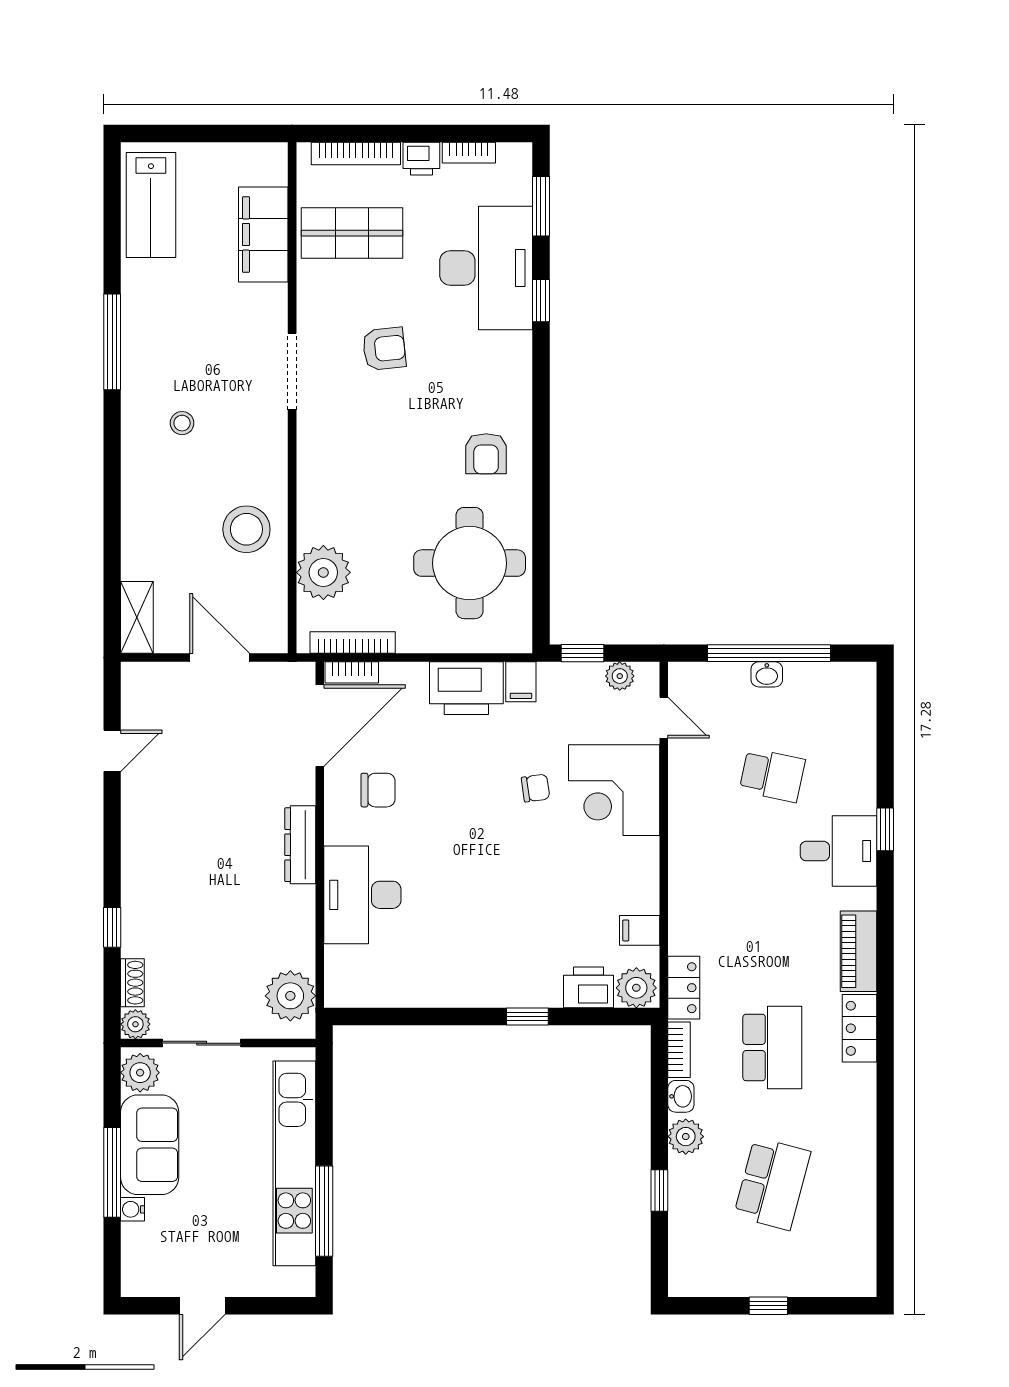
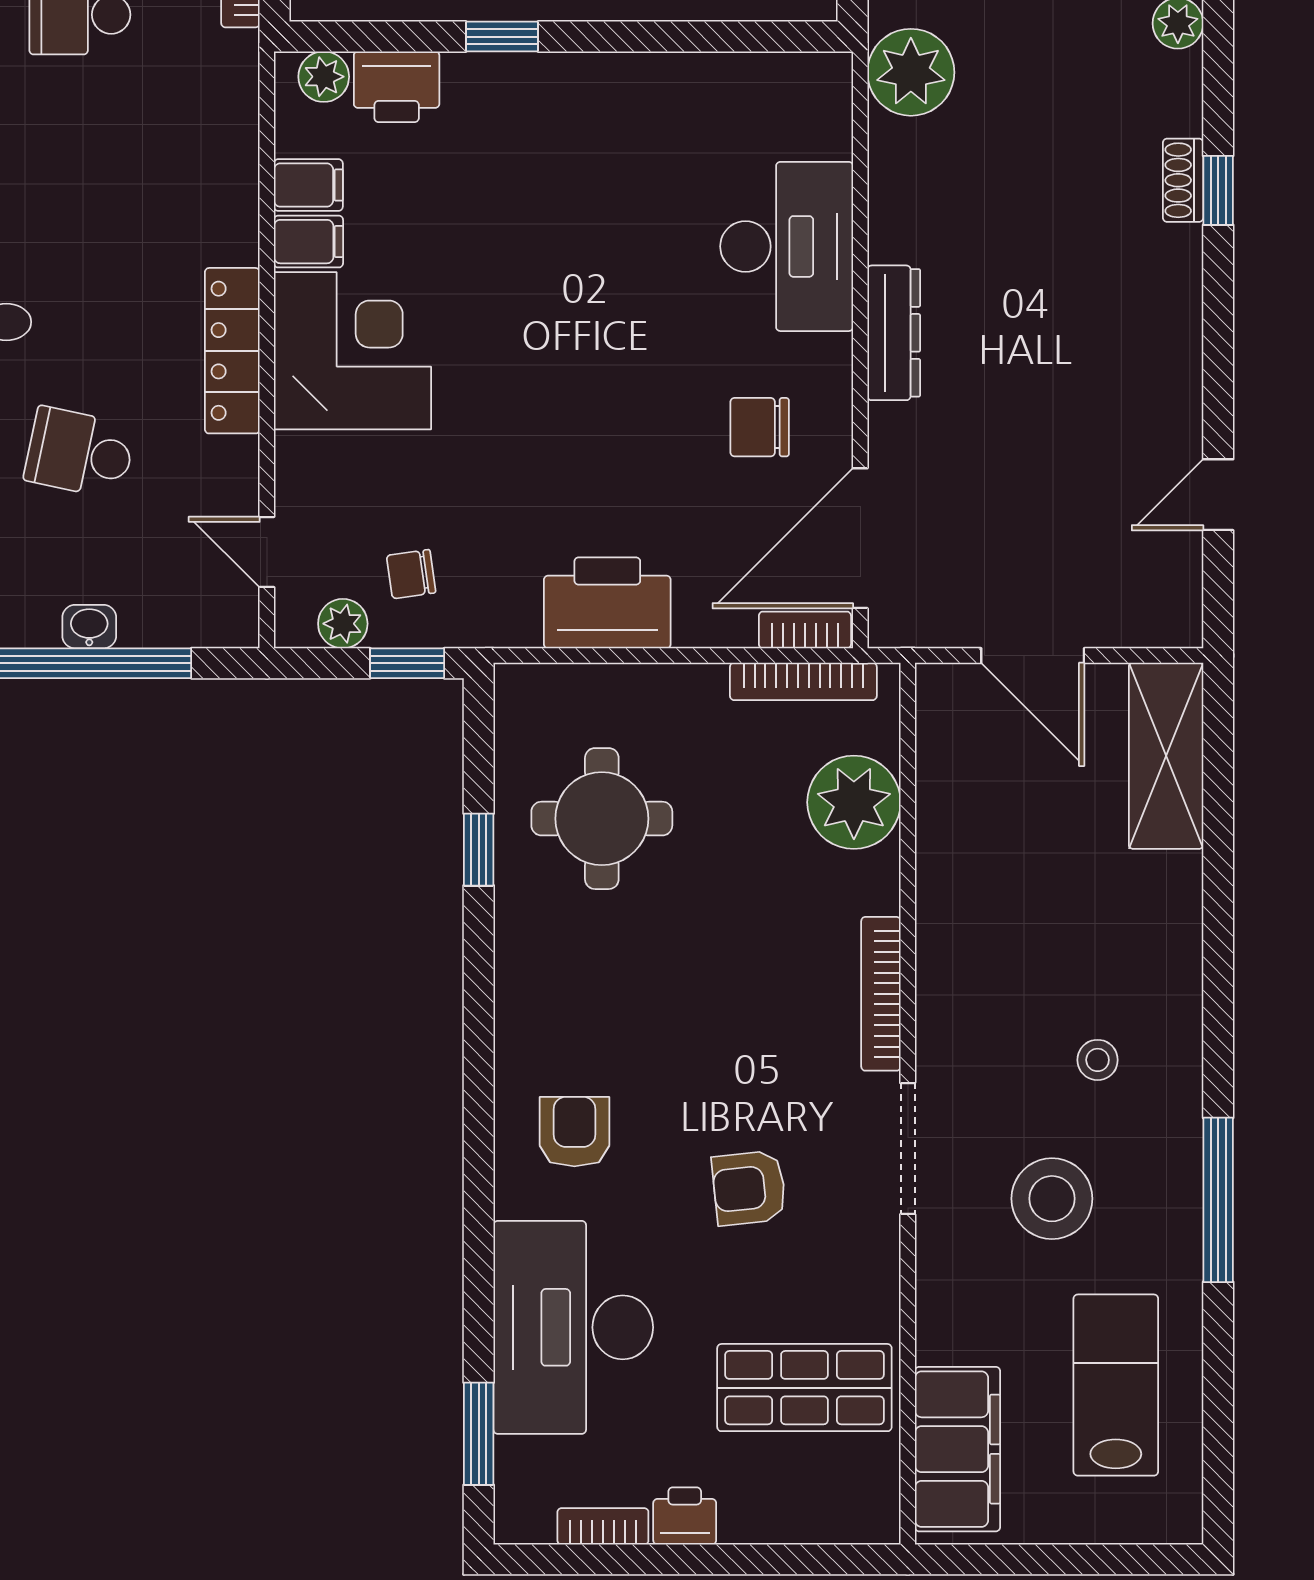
bookcase: (356, 153) -> (881, 994), moved, turned -90
lab bench: (151, 205) -> (1116, 1385), moved
filing cabinet: (263, 234) -> (957, 1449), moved
window: (541, 301) -> (479, 850), moved
armchair: (486, 454) -> (574, 1132), moved
stool: (246, 529) -> (1052, 1199), moved
round table: (470, 563) -> (602, 819), width x0.73, depth x0.73
shelving: (137, 617) -> (1166, 756), width x1.50, depth x1.33
filing cabinet: (521, 682) -> (308, 242), moved, turned 90
chair: (536, 788) -> (411, 574), moved
corner desk: (614, 790) -> (352, 351), moved
shoe rack: (132, 983) -> (1183, 180), moved
plant: (636, 988) -> (324, 77), width x0.73, depth x0.73
locker: (684, 988) -> (232, 351), moved, width x1.53

